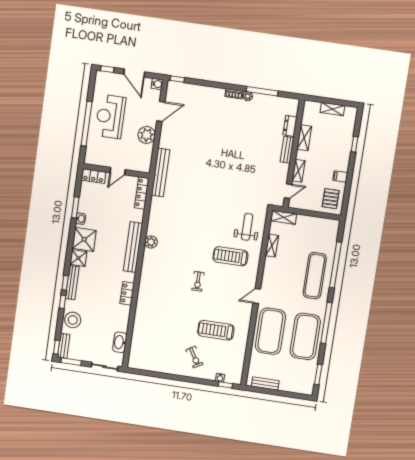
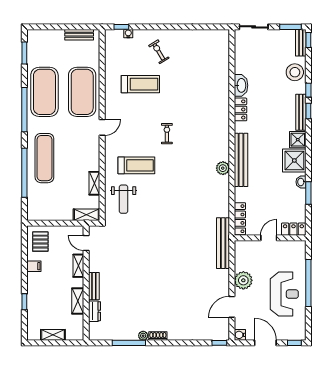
door: (288, 191) -> (86, 243), hinge flipped
washbasin: (120, 342) -> (241, 85), moved

